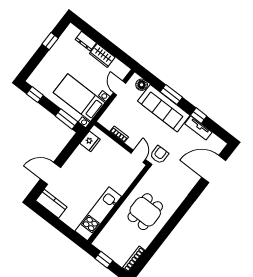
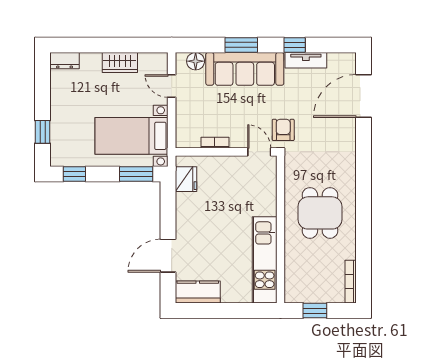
window: (50, 41) -> (43, 132), moved
dresser: (86, 41) -> (65, 61), moved

